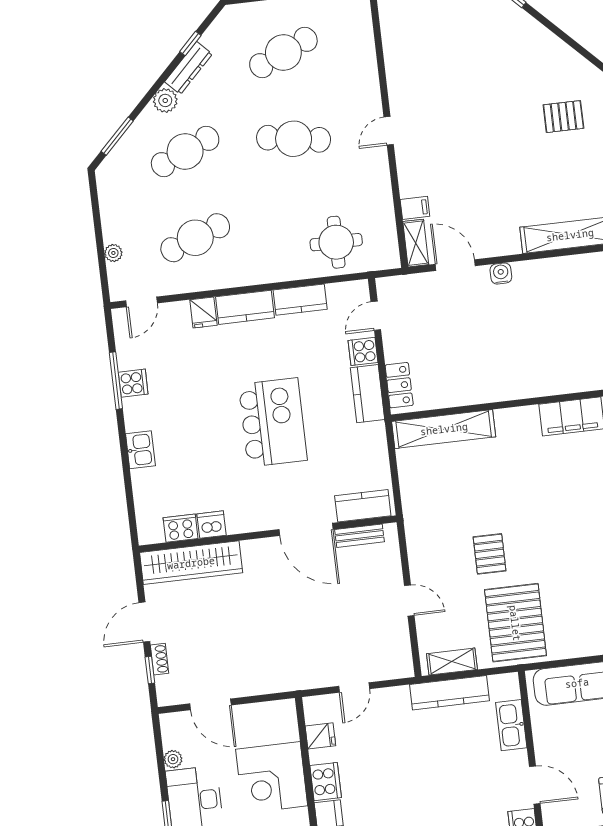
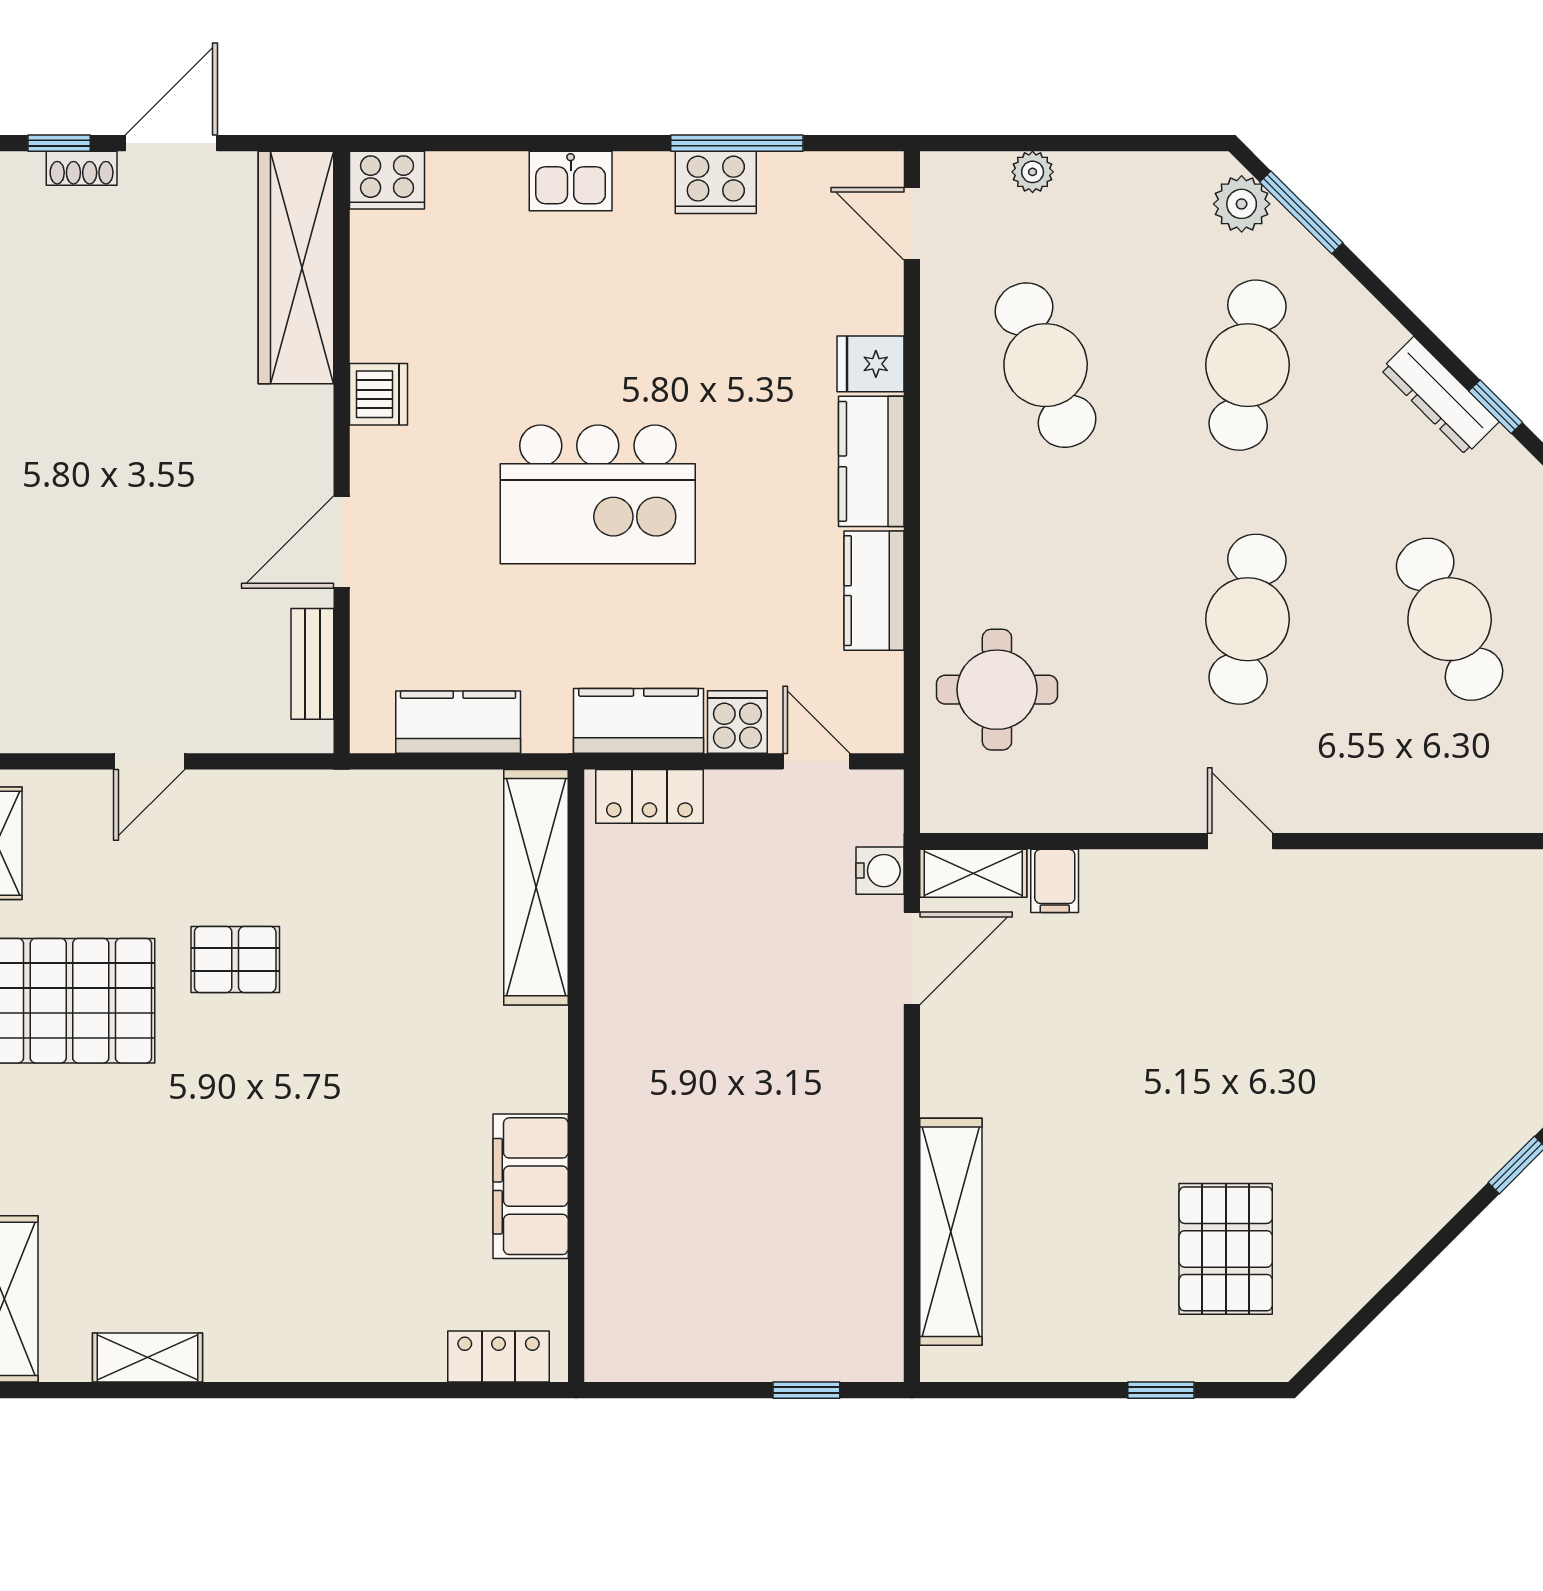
plant: (165, 100) -> (1242, 204), moved
pallet: (563, 117) -> (1226, 1249), width x1.50, depth x1.42
cafe table: (185, 151) -> (1248, 365), turned 33
water cooler: (501, 273) -> (880, 871), moved
cooker: (133, 383) -> (716, 182), width x1.36
kitchen counter: (363, 506) -> (458, 722), moved, turned -90
dishwasher: (212, 525) -> (378, 394), moved
cooker: (181, 528) -> (387, 180), moved, turned 90
door: (306, 529) -> (342, 542), width x0.73
door: (144, 622) -> (171, 143), hinge flipped

